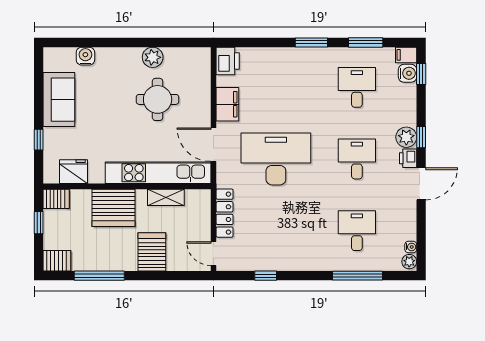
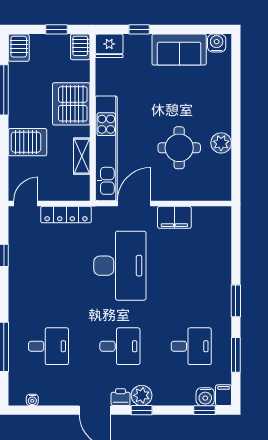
water cooler: (85, 56) -> (217, 43), moved, turned -90
printer: (228, 61) -> (218, 218), removed
fridge: (73, 172) -> (109, 46), moved, turned 90
plant: (409, 262) -> (18, 398), removed

